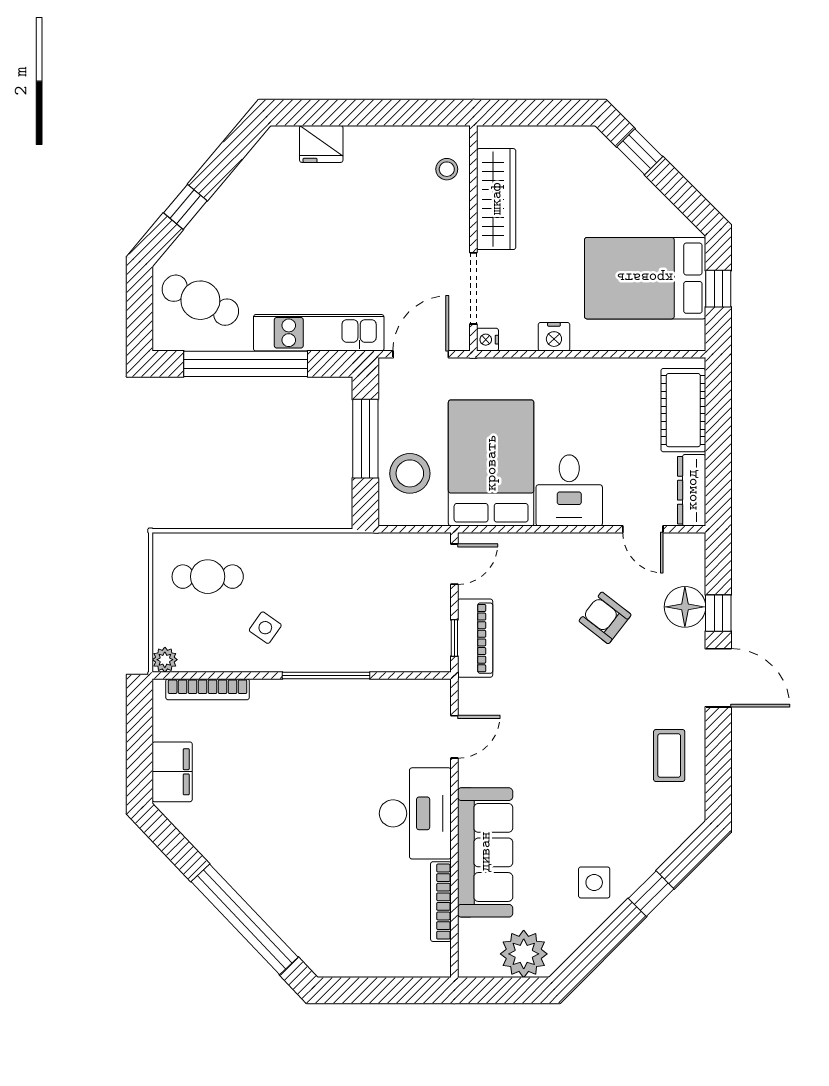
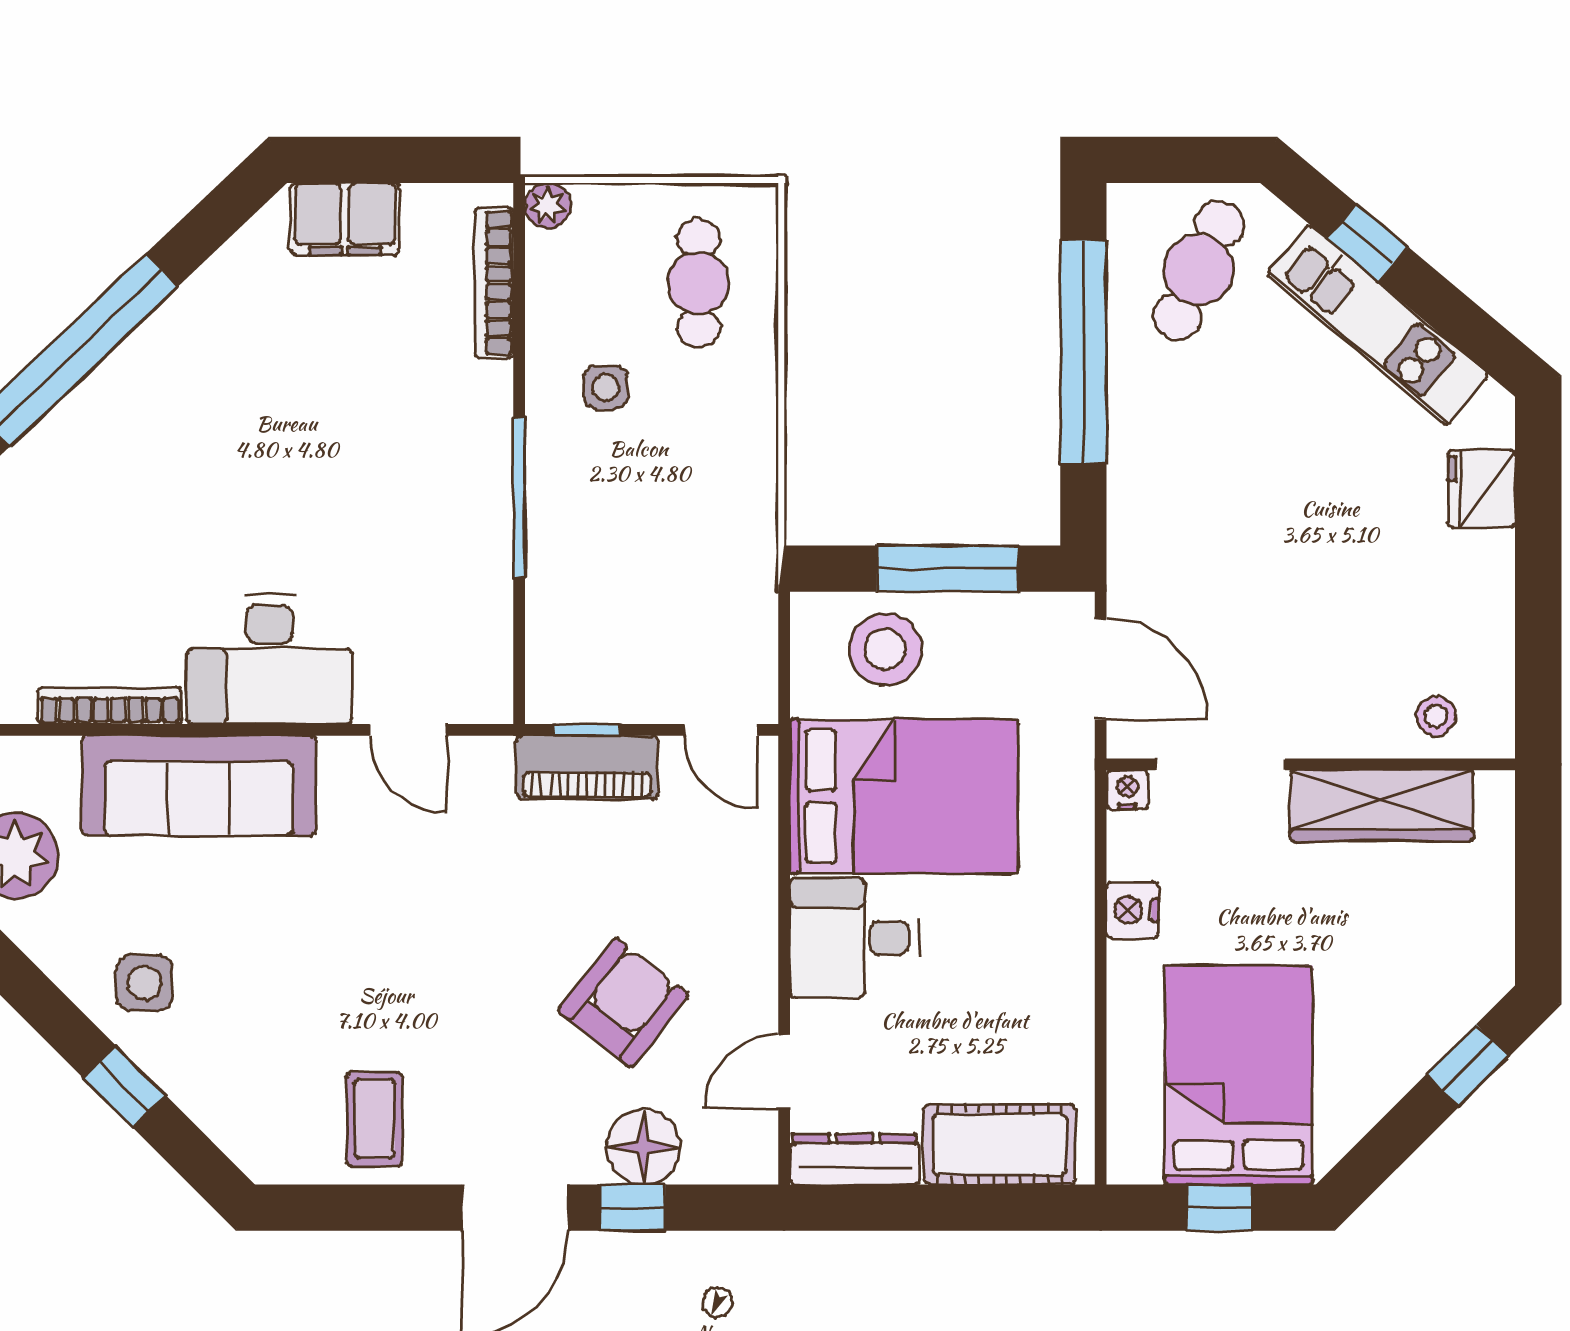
kitchen unit: (319, 333) -> (1378, 325), moved, turned 130
armchair: (605, 618) -> (623, 1003), width x1.38, depth x1.38
side table: (265, 628) -> (606, 387), turned -35
coffee table: (669, 755) -> (374, 1119), turned 90

